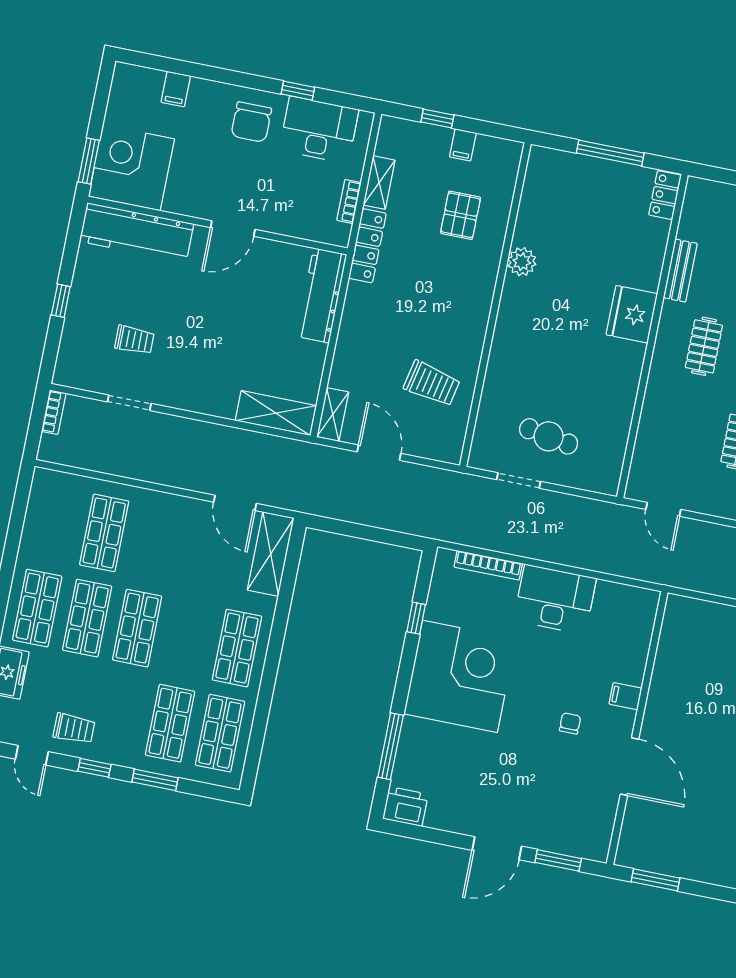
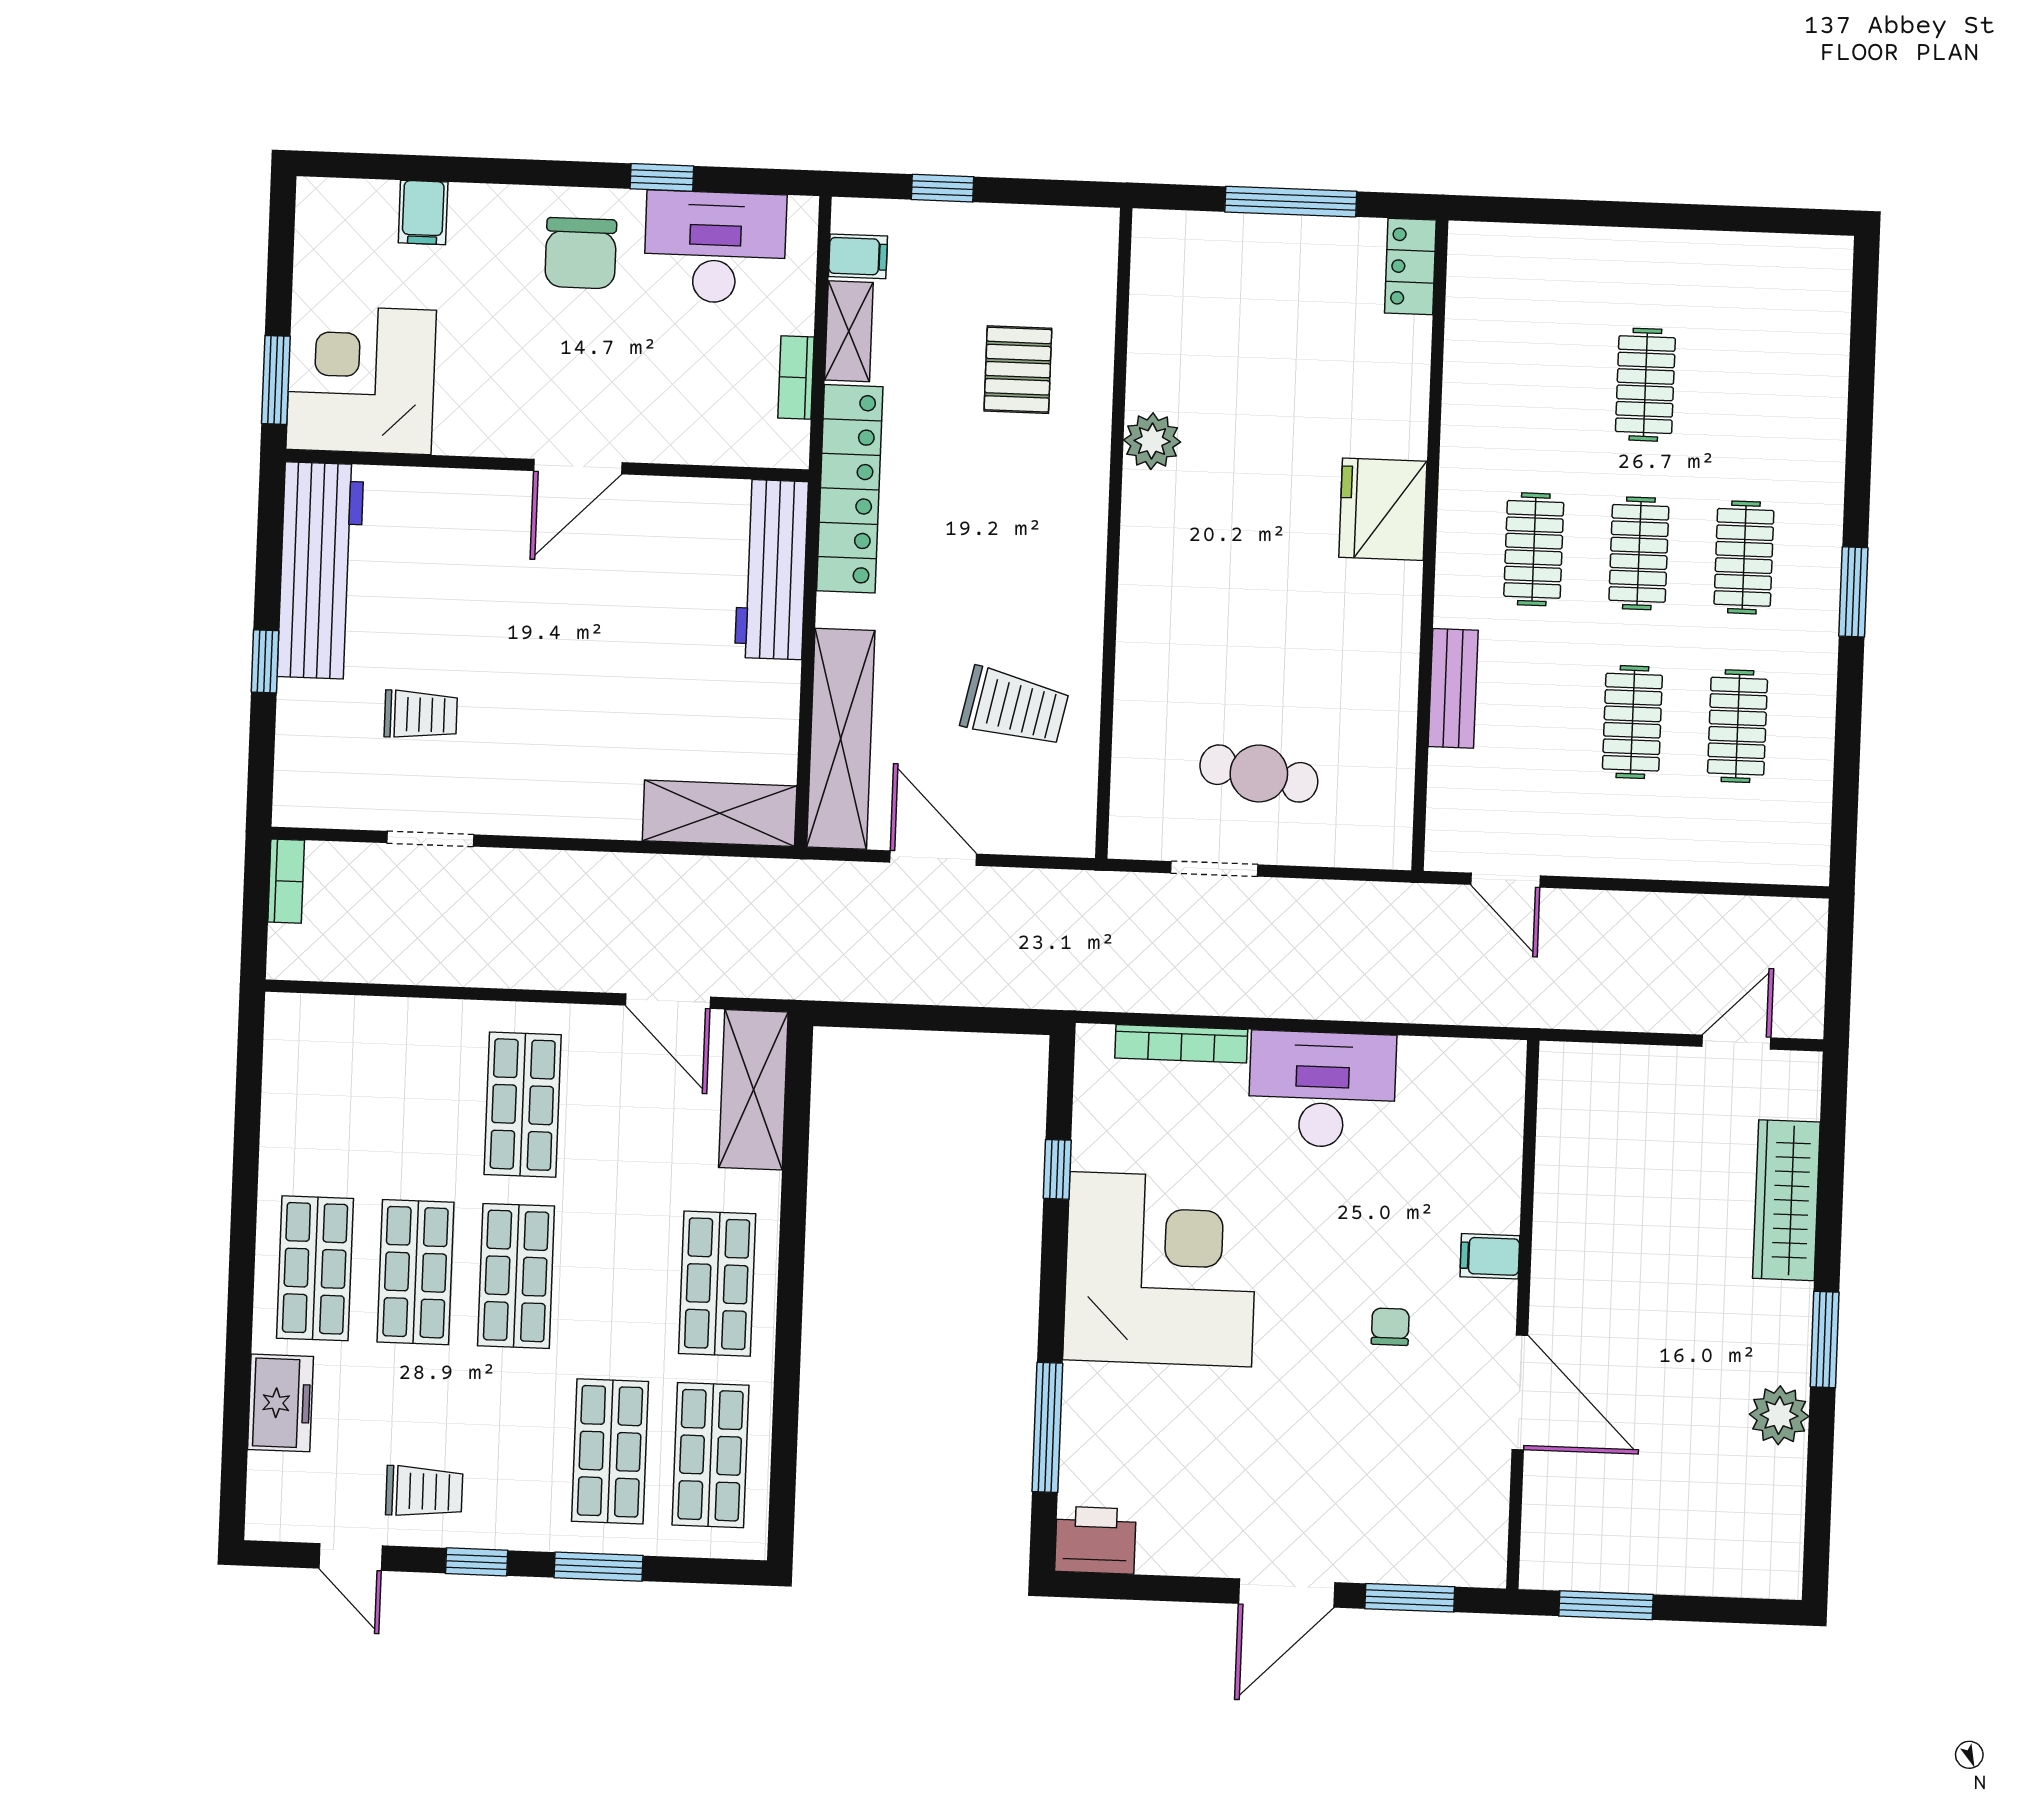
filing cabinet: (463, 145) -> (858, 256), moved, turned -90
workbench: (137, 233) -> (321, 571), moved, turned -90
locker: (367, 246) -> (850, 489), width x1.41, depth x1.21
bench: (680, 271) -> (1453, 688), moved
shelving: (333, 414) -> (841, 739), width x2.20, depth x1.33
shop shelf: (104, 533) -> (523, 1105), moved

